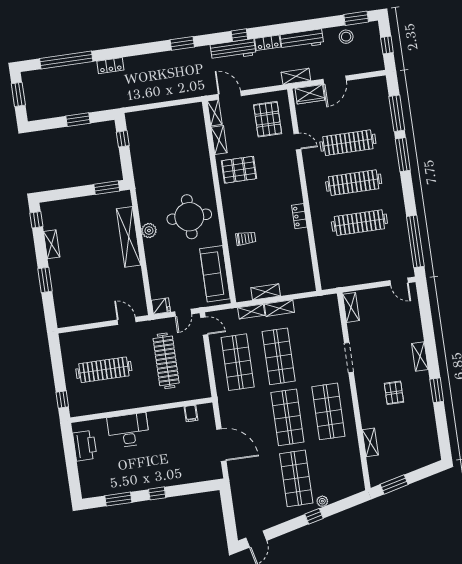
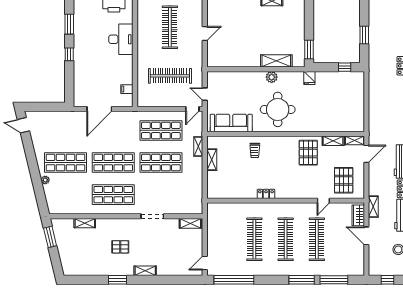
pallet: (268, 119) -> (344, 180), turned 90
shelving: (129, 237) -> (276, 61), width x0.68
fridge: (161, 306) -> (309, 78), moved
shelving: (279, 308) -> (198, 168), removed
door: (127, 321) -> (205, 33), moved
window: (314, 516) -> (35, 172), removed

